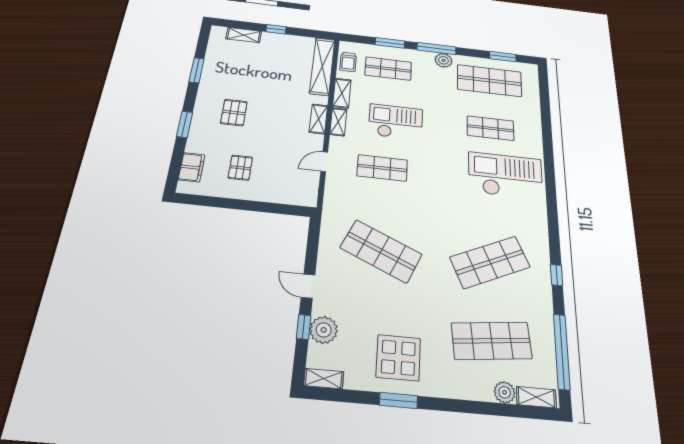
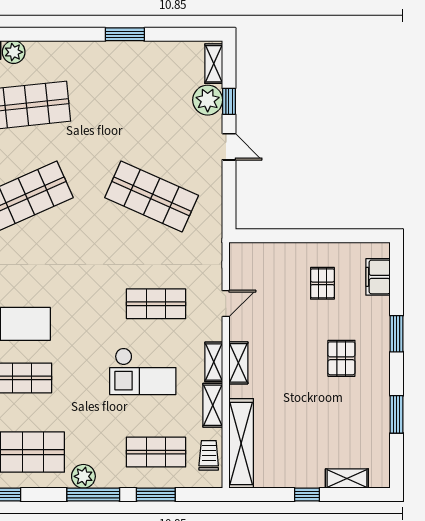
display table: (398, 358) -> (127, 78), removed
shelving: (324, 379) -> (214, 64), moved, turned 90

